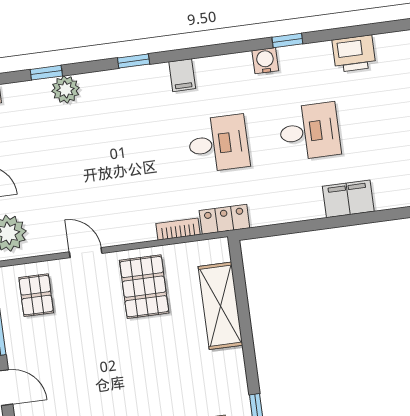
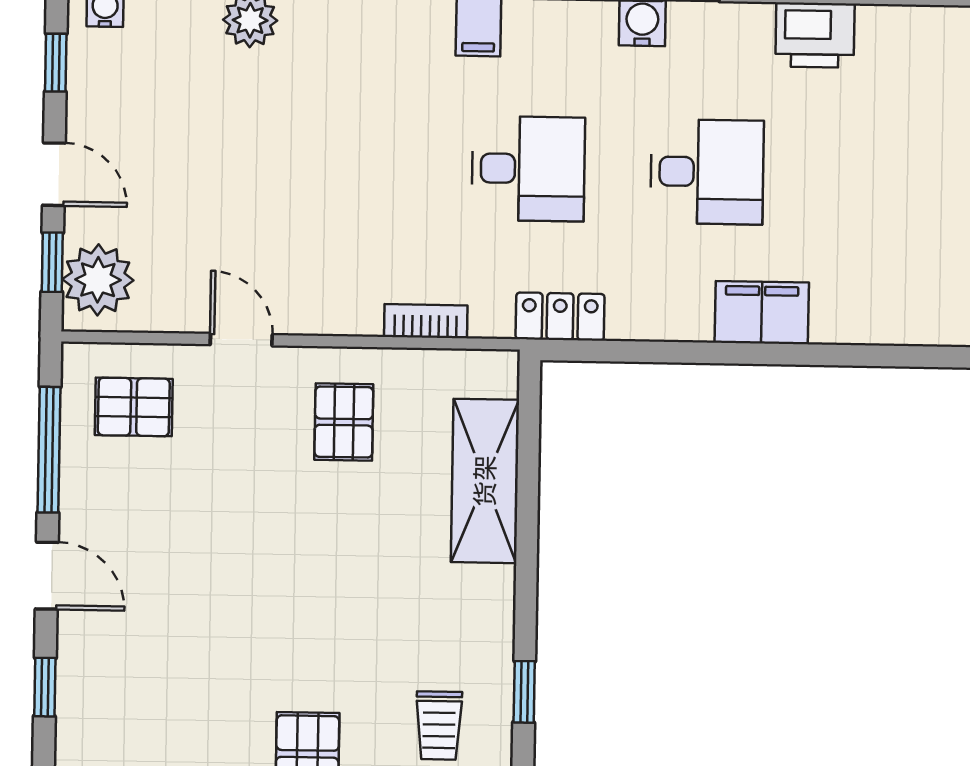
locker: (224, 219) -> (560, 317), moved
pallet: (144, 287) -> (344, 422), width x0.67, depth x0.71
pallet: (36, 295) -> (134, 407), turned 90

